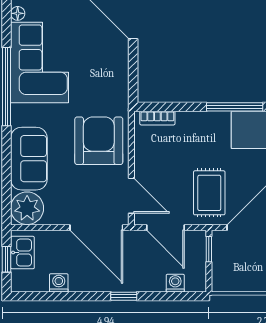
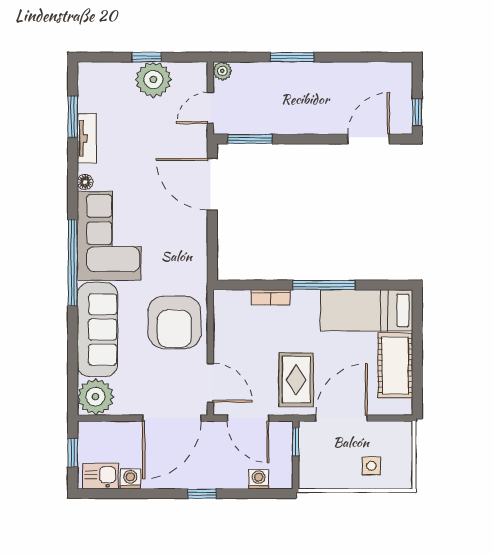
bookcase: (157, 118) -> (271, 297), moved
armchair: (99, 141) -> (174, 322), turned 180
sofa: (29, 159) -> (97, 330), width x1.36
door: (96, 228) -> (172, 418), hinge flipped
kitchen sink: (22, 253) -> (100, 476), moved, turned -90

